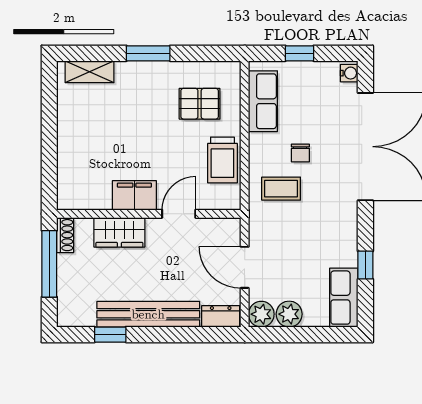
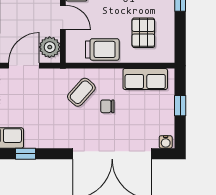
trolley: (222, 160) -> (102, 49), turned 180
coffee table: (281, 189) -> (81, 92), turned 42
plant: (219, 232) -> (50, 47), added

